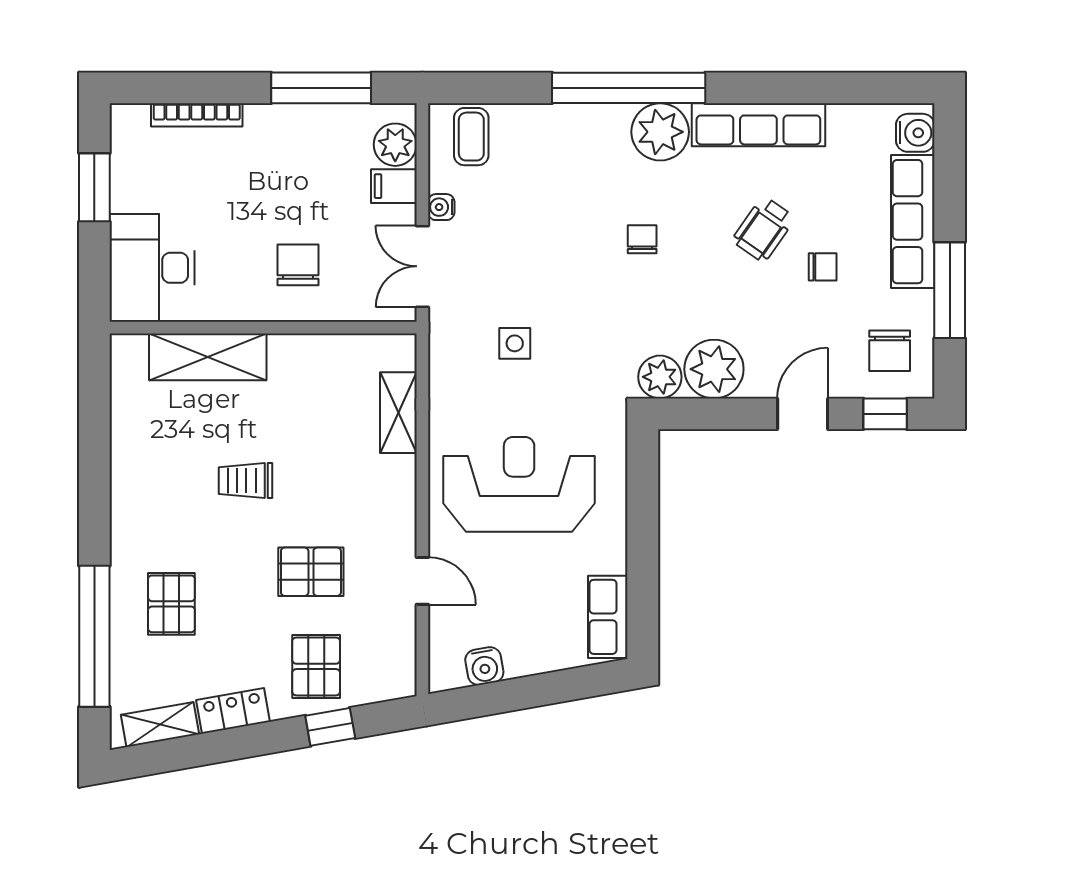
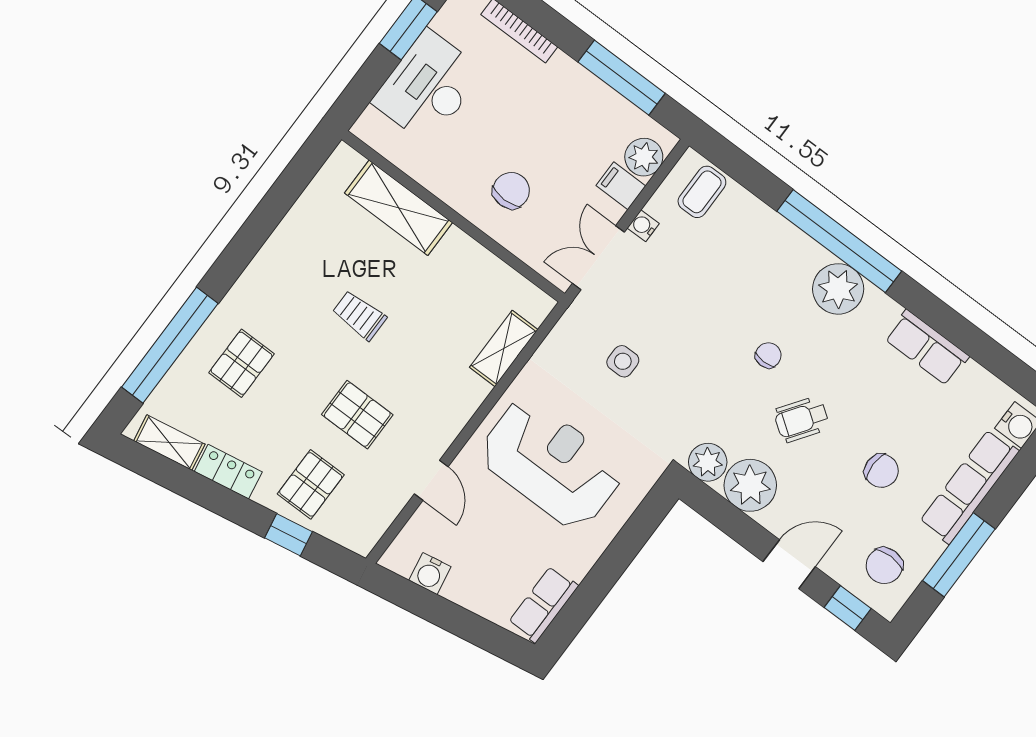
row of seats: (758, 125) -> (927, 348), width x0.68
wheelchair: (764, 229) -> (802, 419), moved
chair: (823, 267) -> (881, 471), width x1.37, depth x1.37
desk: (152, 268) -> (428, 87), moved

